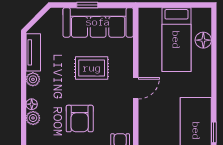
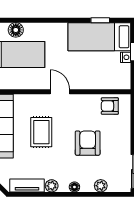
plant: (33, 118) -> (101, 186), moved
armchair: (80, 119) -> (88, 143), turned -90

